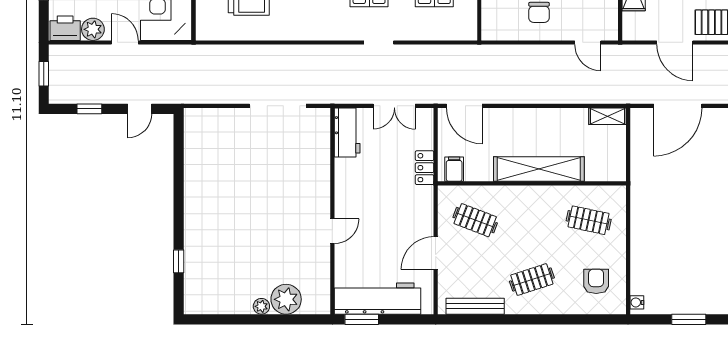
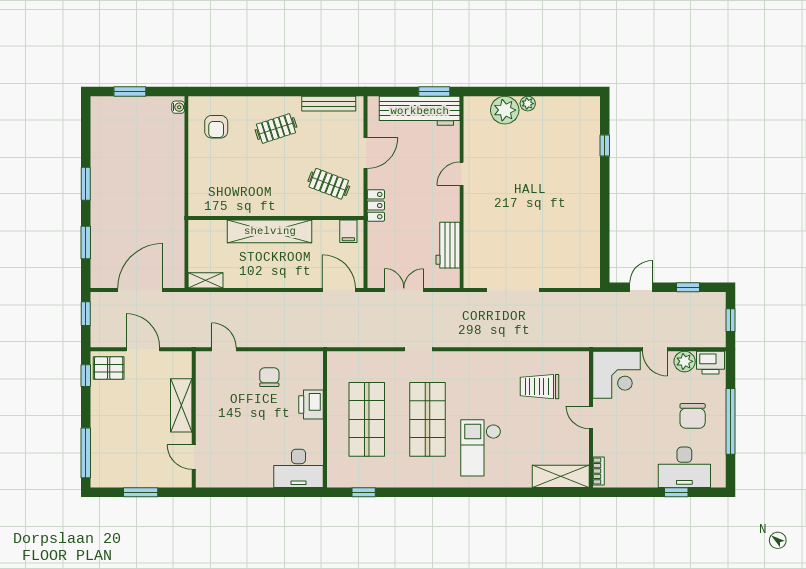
workbench: (347, 133) -> (448, 245), moved
locker: (425, 168) -> (376, 206), moved
clothes rail: (589, 220) -> (223, 184), removed

